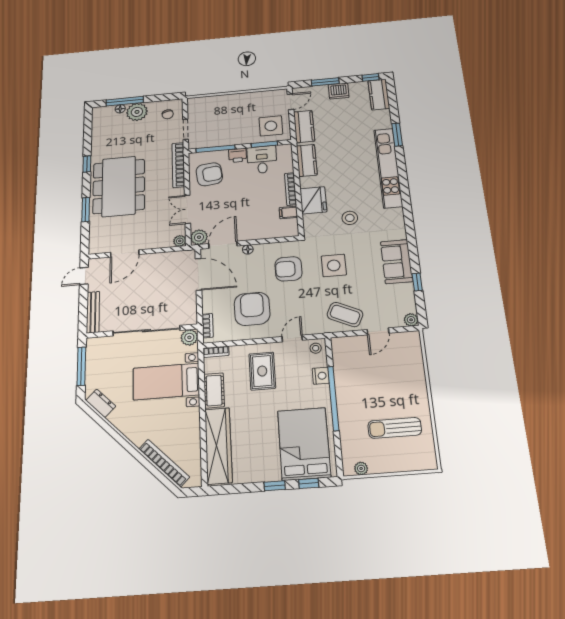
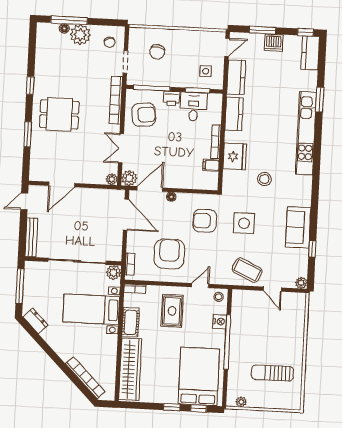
chair: (218, 116) -> (157, 52), added
side table: (271, 126) -> (206, 71), width x0.54, depth x0.54
dining table: (119, 186) -> (59, 114), width x0.53, depth x0.80
door: (378, 331) -> (272, 289), hinge flipped

